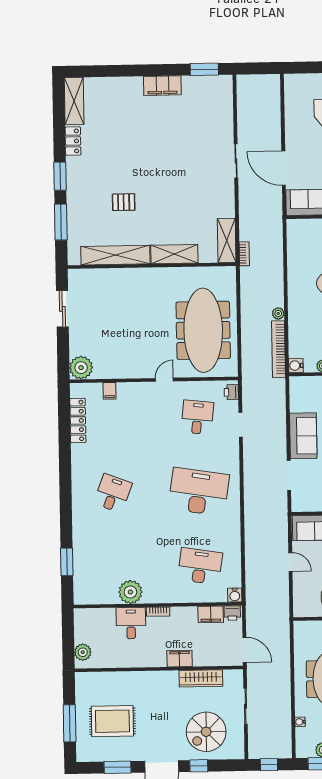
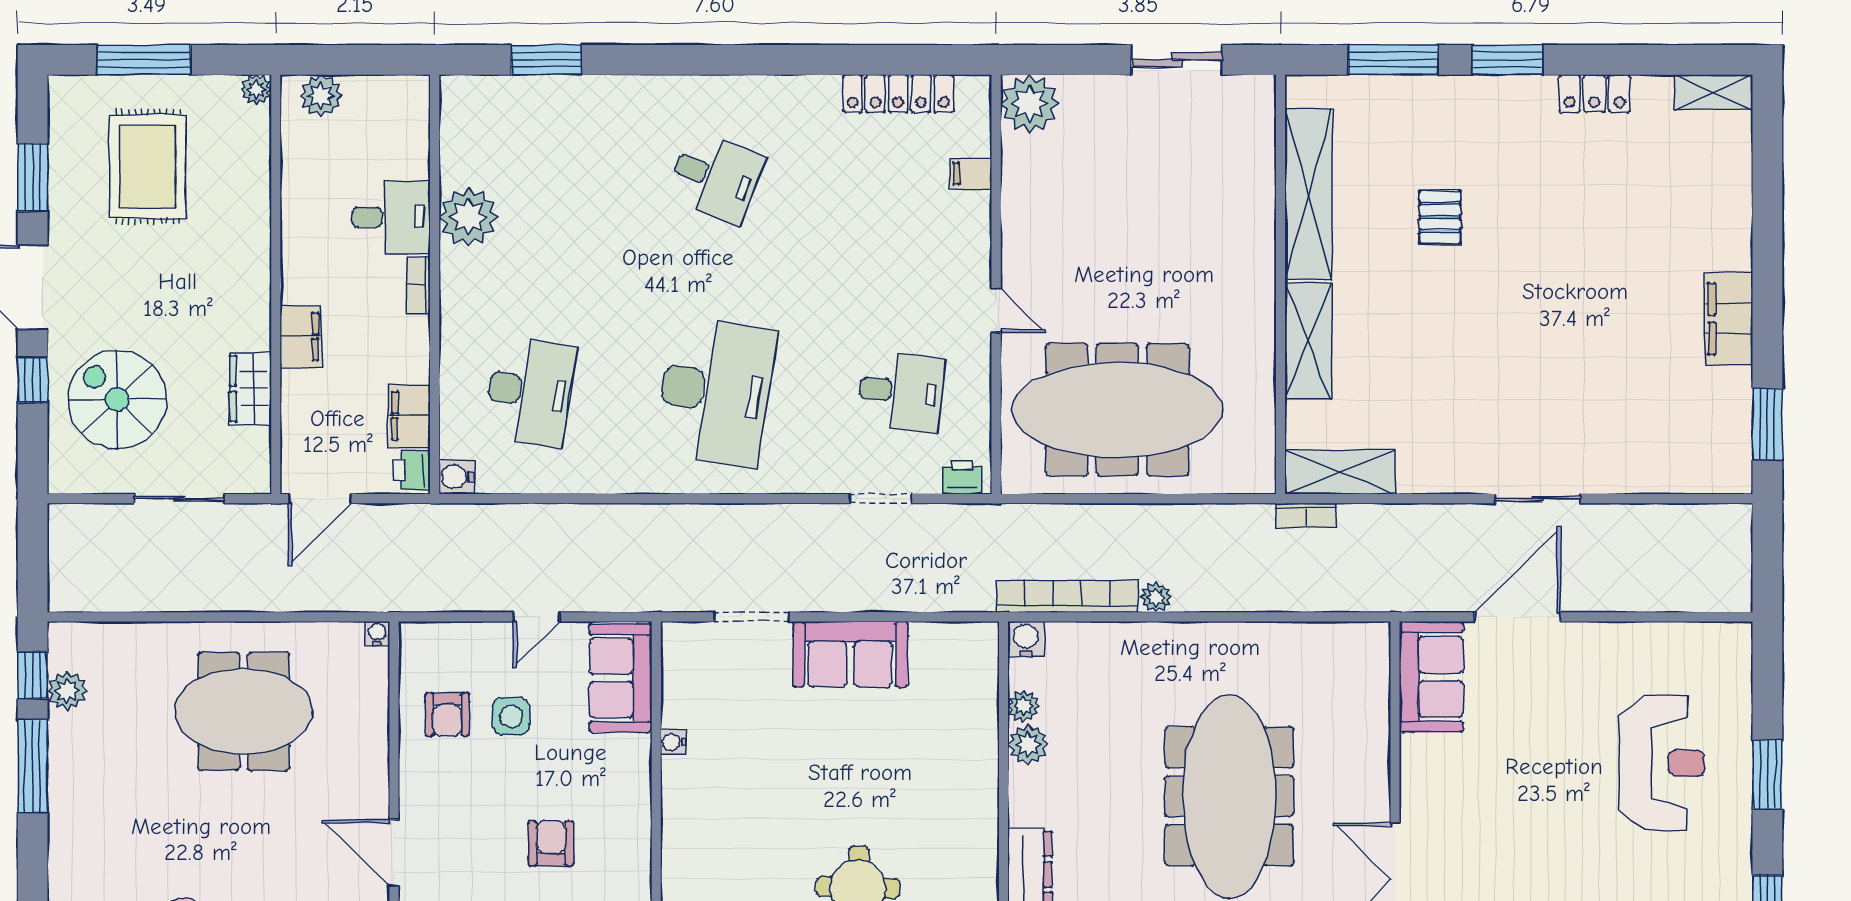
shelving: (74, 101) -> (1713, 92), width x0.67, depth x0.75
plant: (81, 678) -> (256, 90), added
wardrobe: (201, 678) -> (250, 389), width x0.67
water cooler: (300, 722) -> (377, 634), moved
window: (269, 765) -> (33, 555), removed

